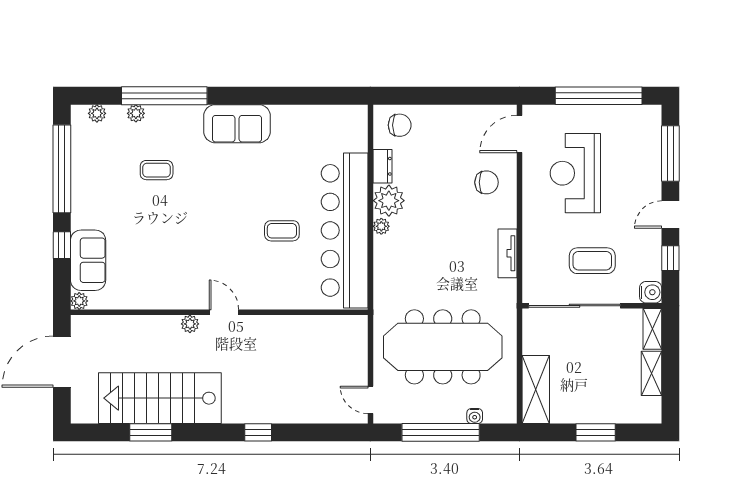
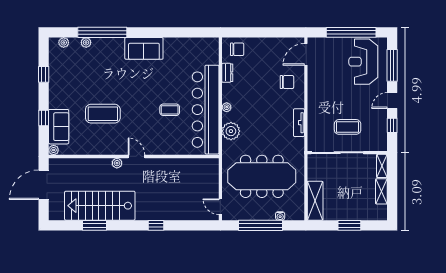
window: (62, 169) -> (44, 74), width x0.32
coffee table: (157, 170) -> (103, 114), moved, width x1.86, depth x1.72
reception desk: (575, 173) -> (363, 62), moved
plant: (389, 201) -> (231, 131), moved
water cooler: (651, 292) -> (381, 145), removed

